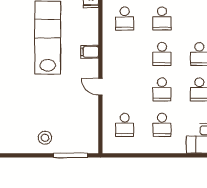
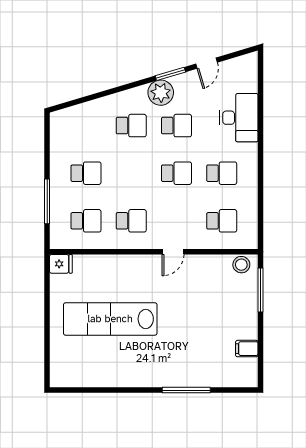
filing cabinet: (90, 52) -> (247, 349), moved, turned 90
school desk: (162, 54) -> (131, 221), moved
stool: (45, 138) -> (241, 265), moved

